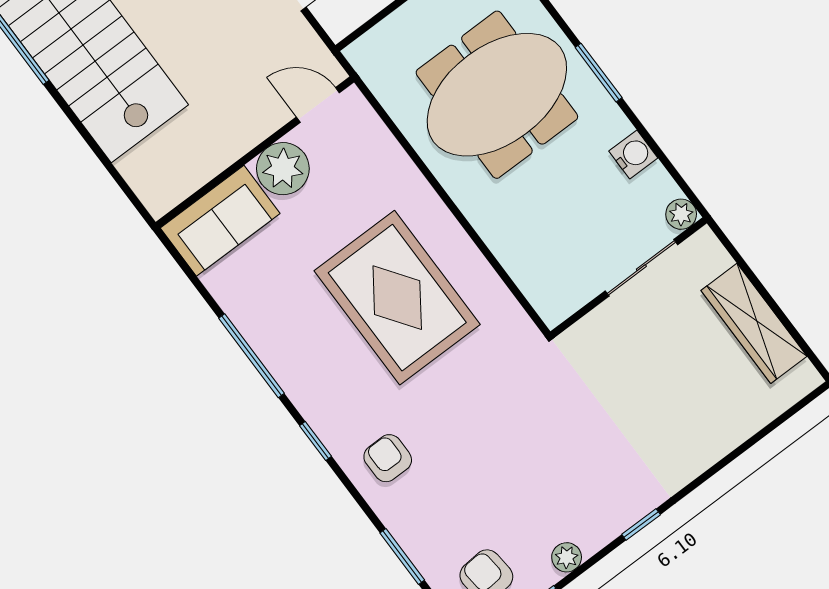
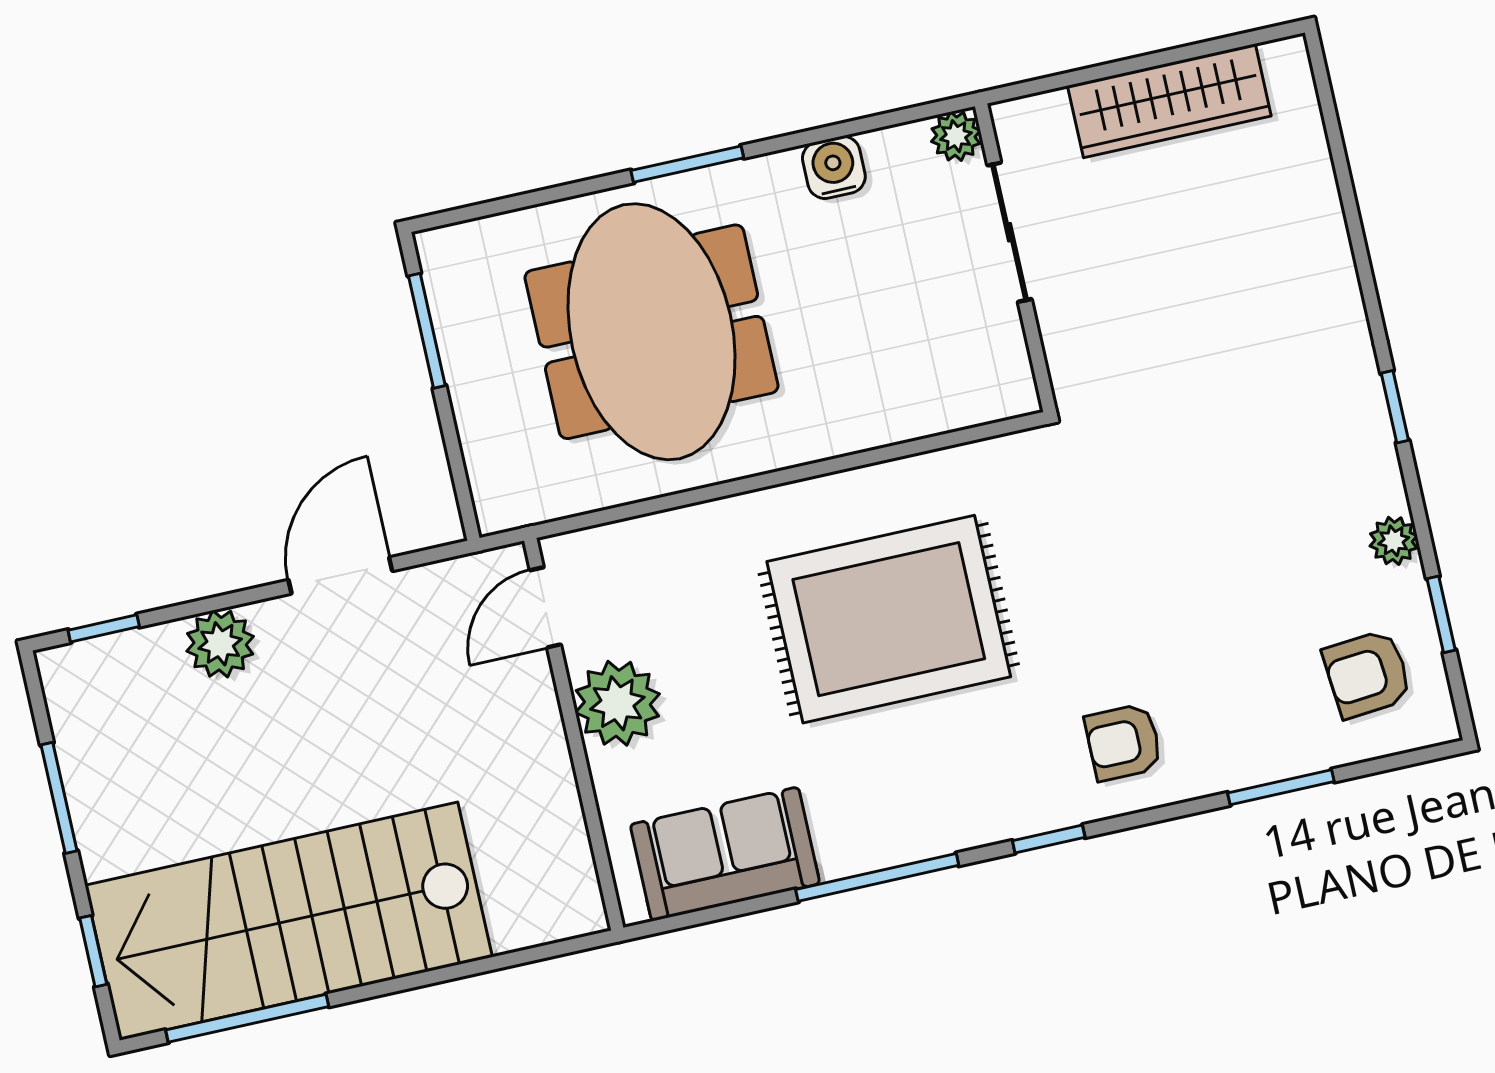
sofa: (220, 221) -> (725, 854), moved, turned -90

